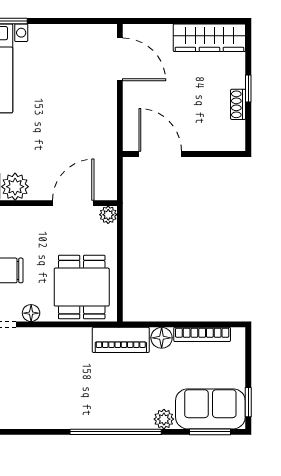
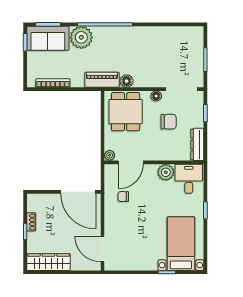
chair: (85, 146) -> (123, 197), added
door: (160, 154) -> (78, 192), width x1.36
floor lamp: (162, 338) -> (127, 81), moved
plant: (164, 419) -> (81, 37), width x1.88, depth x1.88

